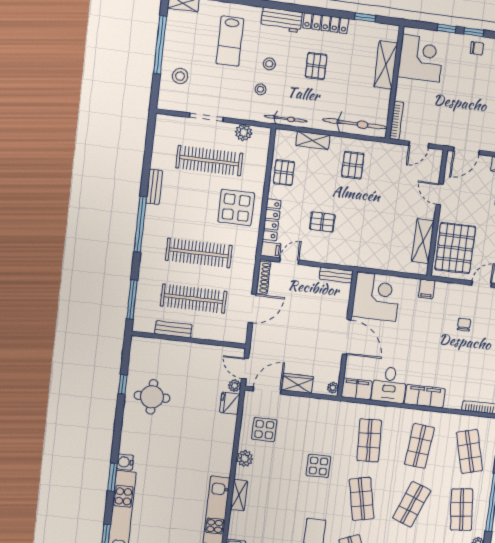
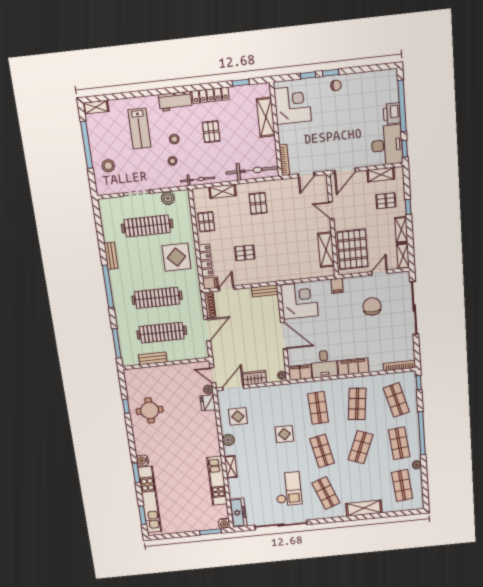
chair: (464, 325) -> (372, 306), width x1.87, depth x1.87

